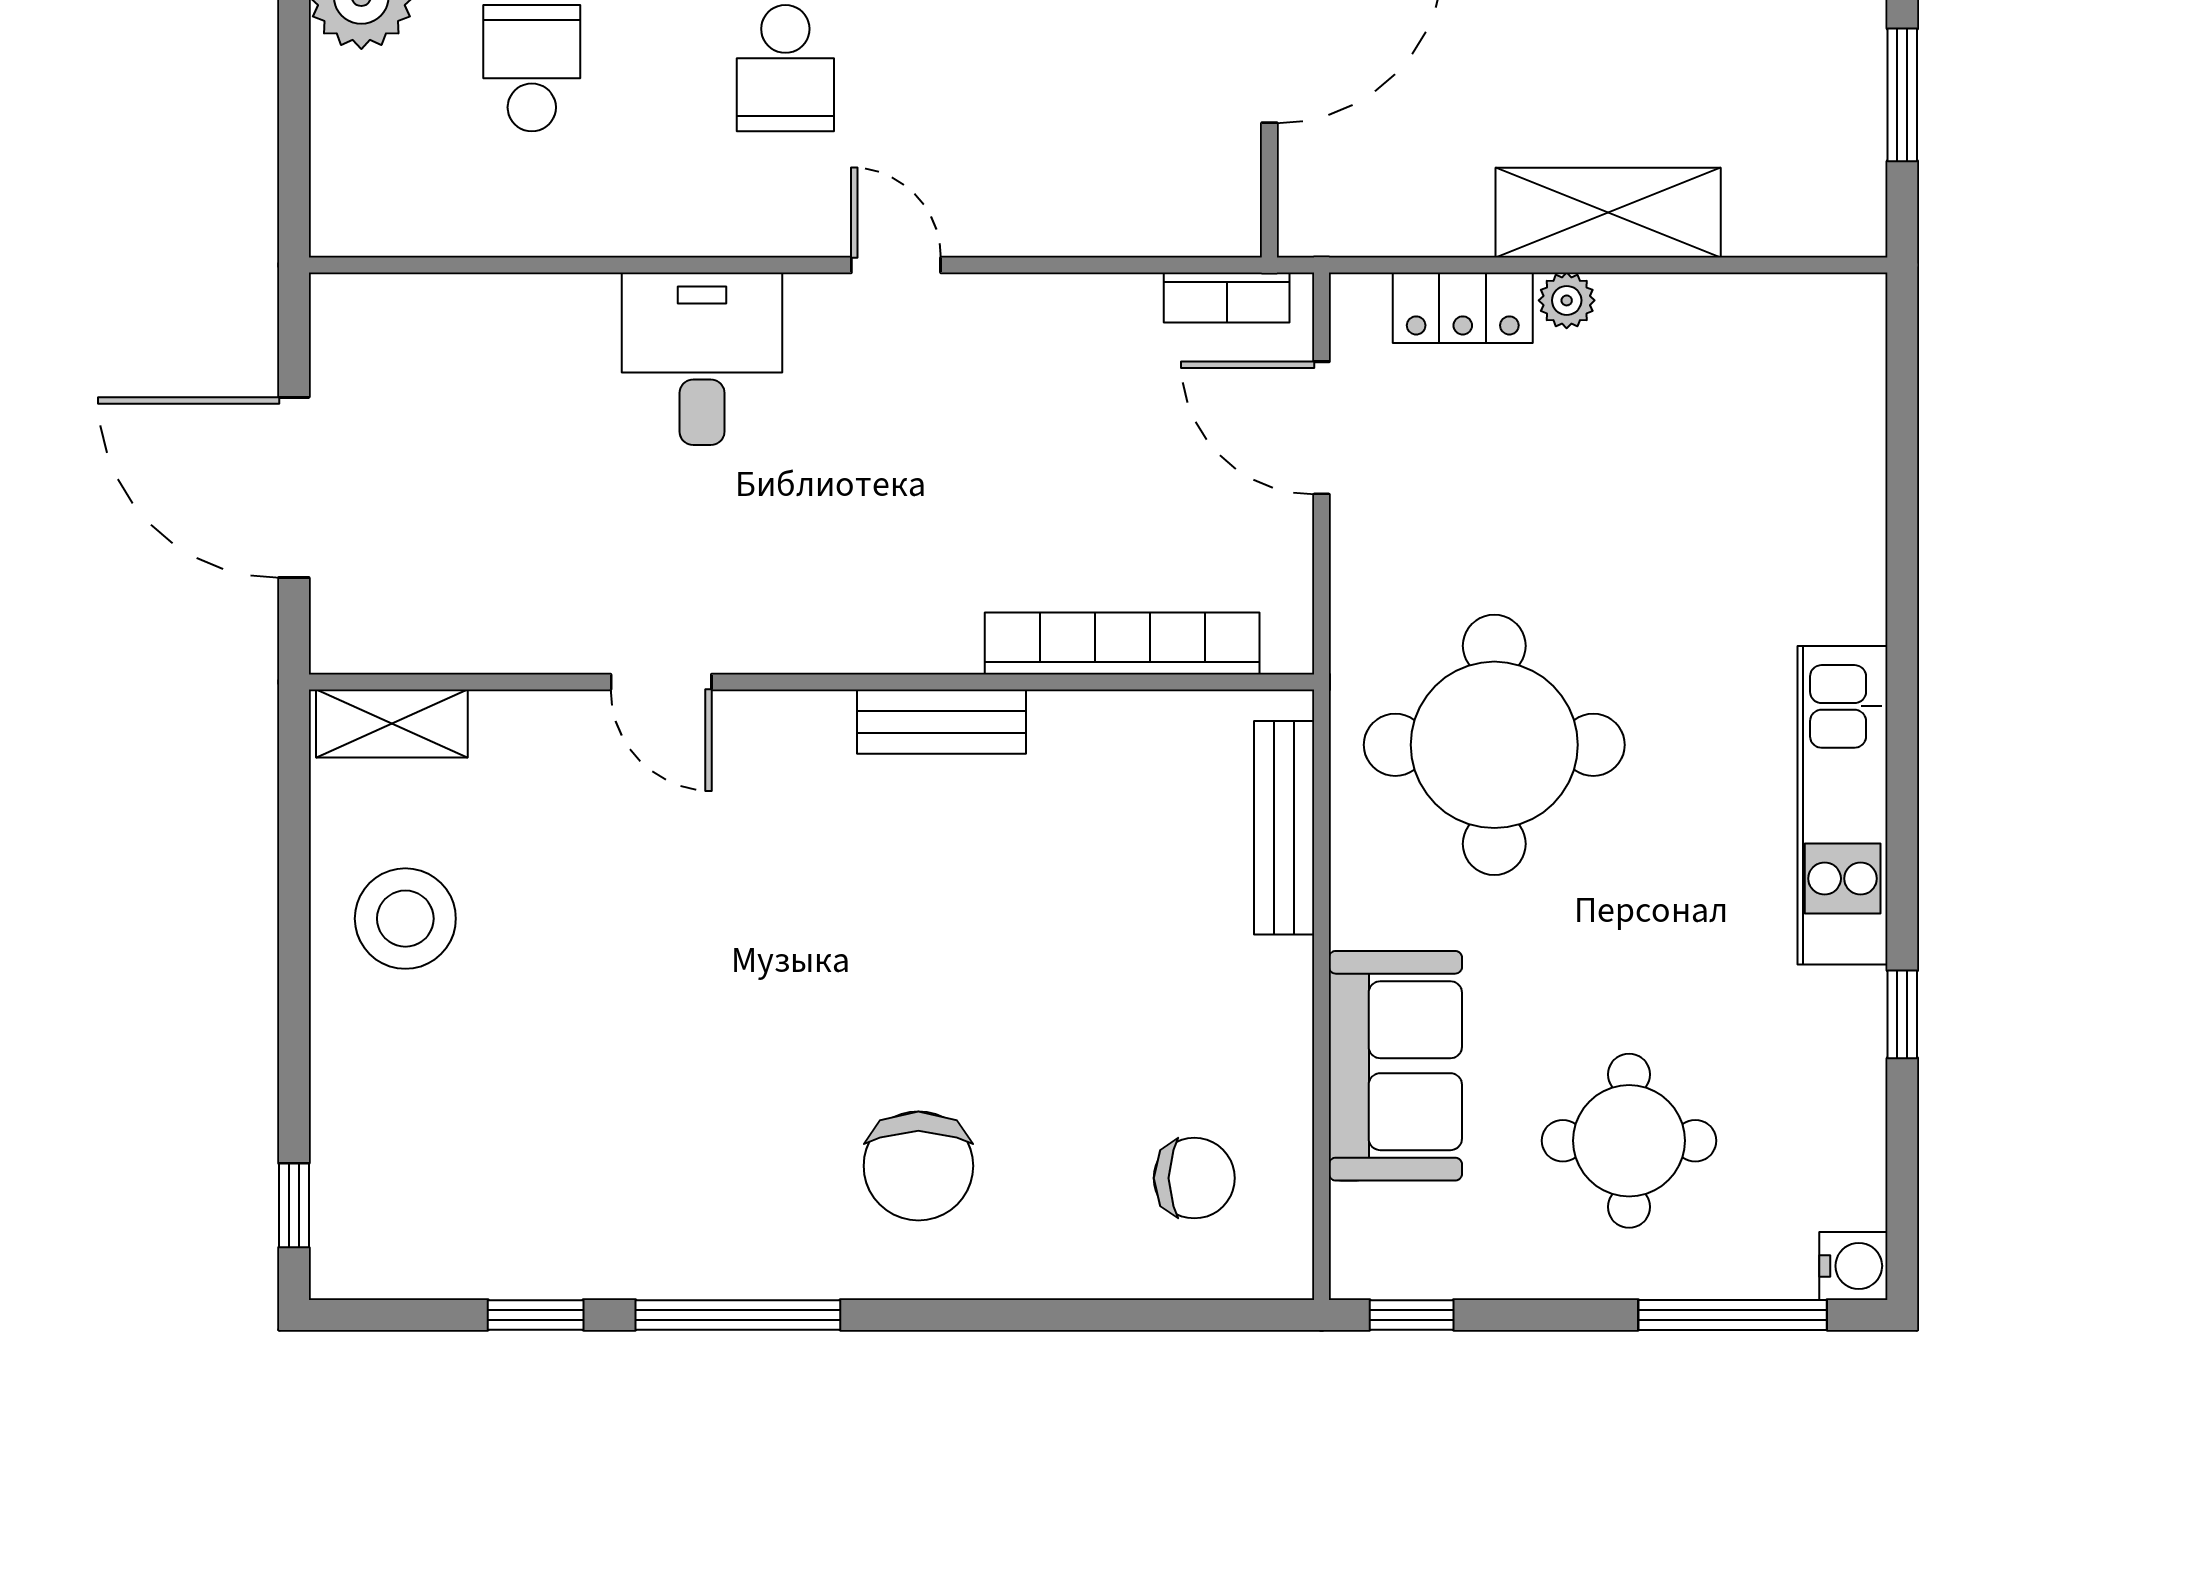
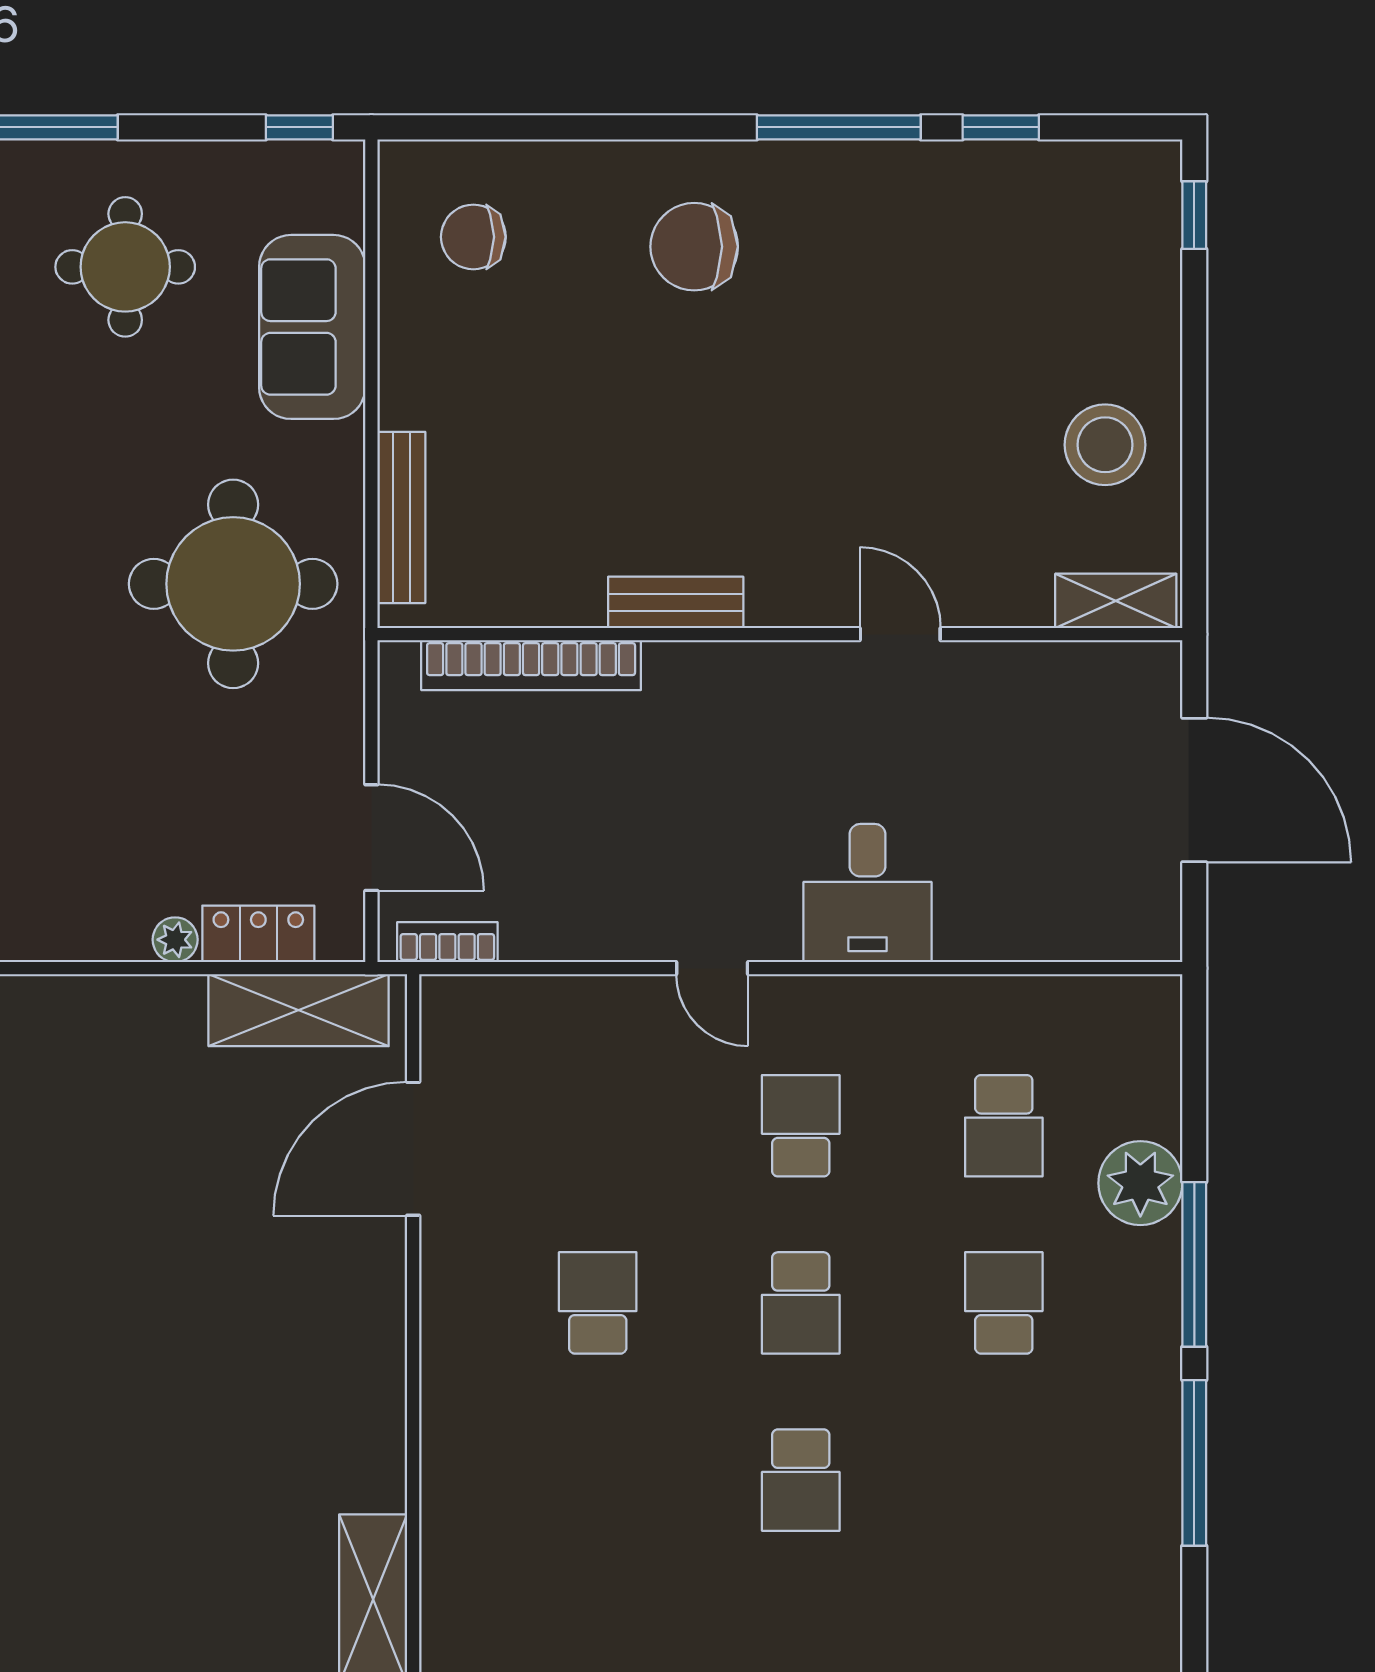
shelving: (1608, 213) -> (299, 1010), moved
chair: (918, 1166) -> (694, 247), turned -90

